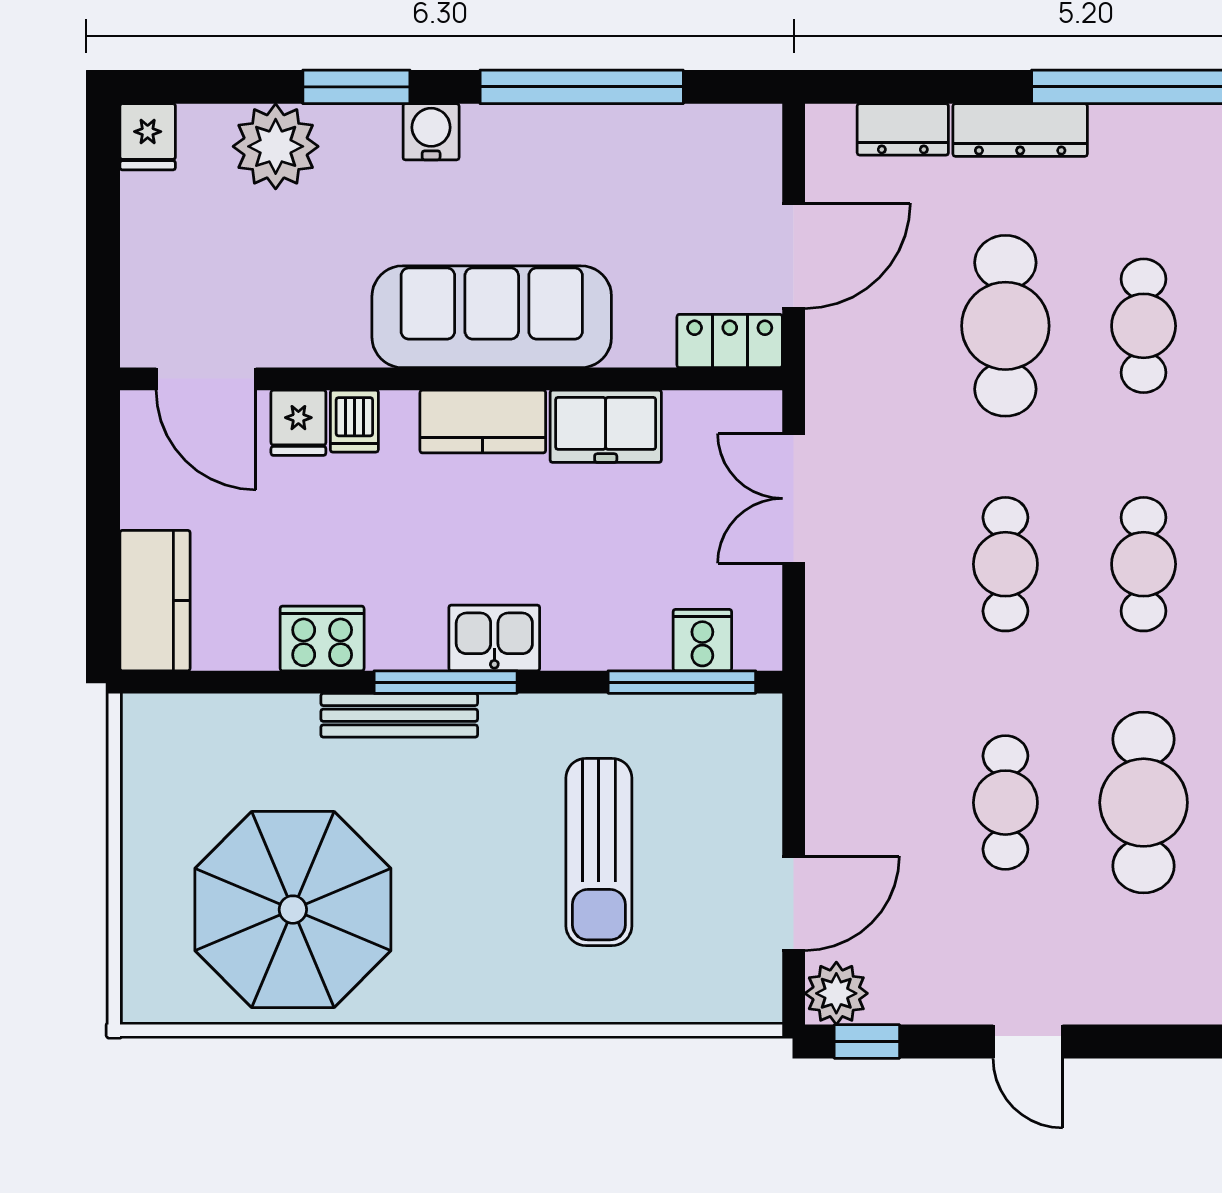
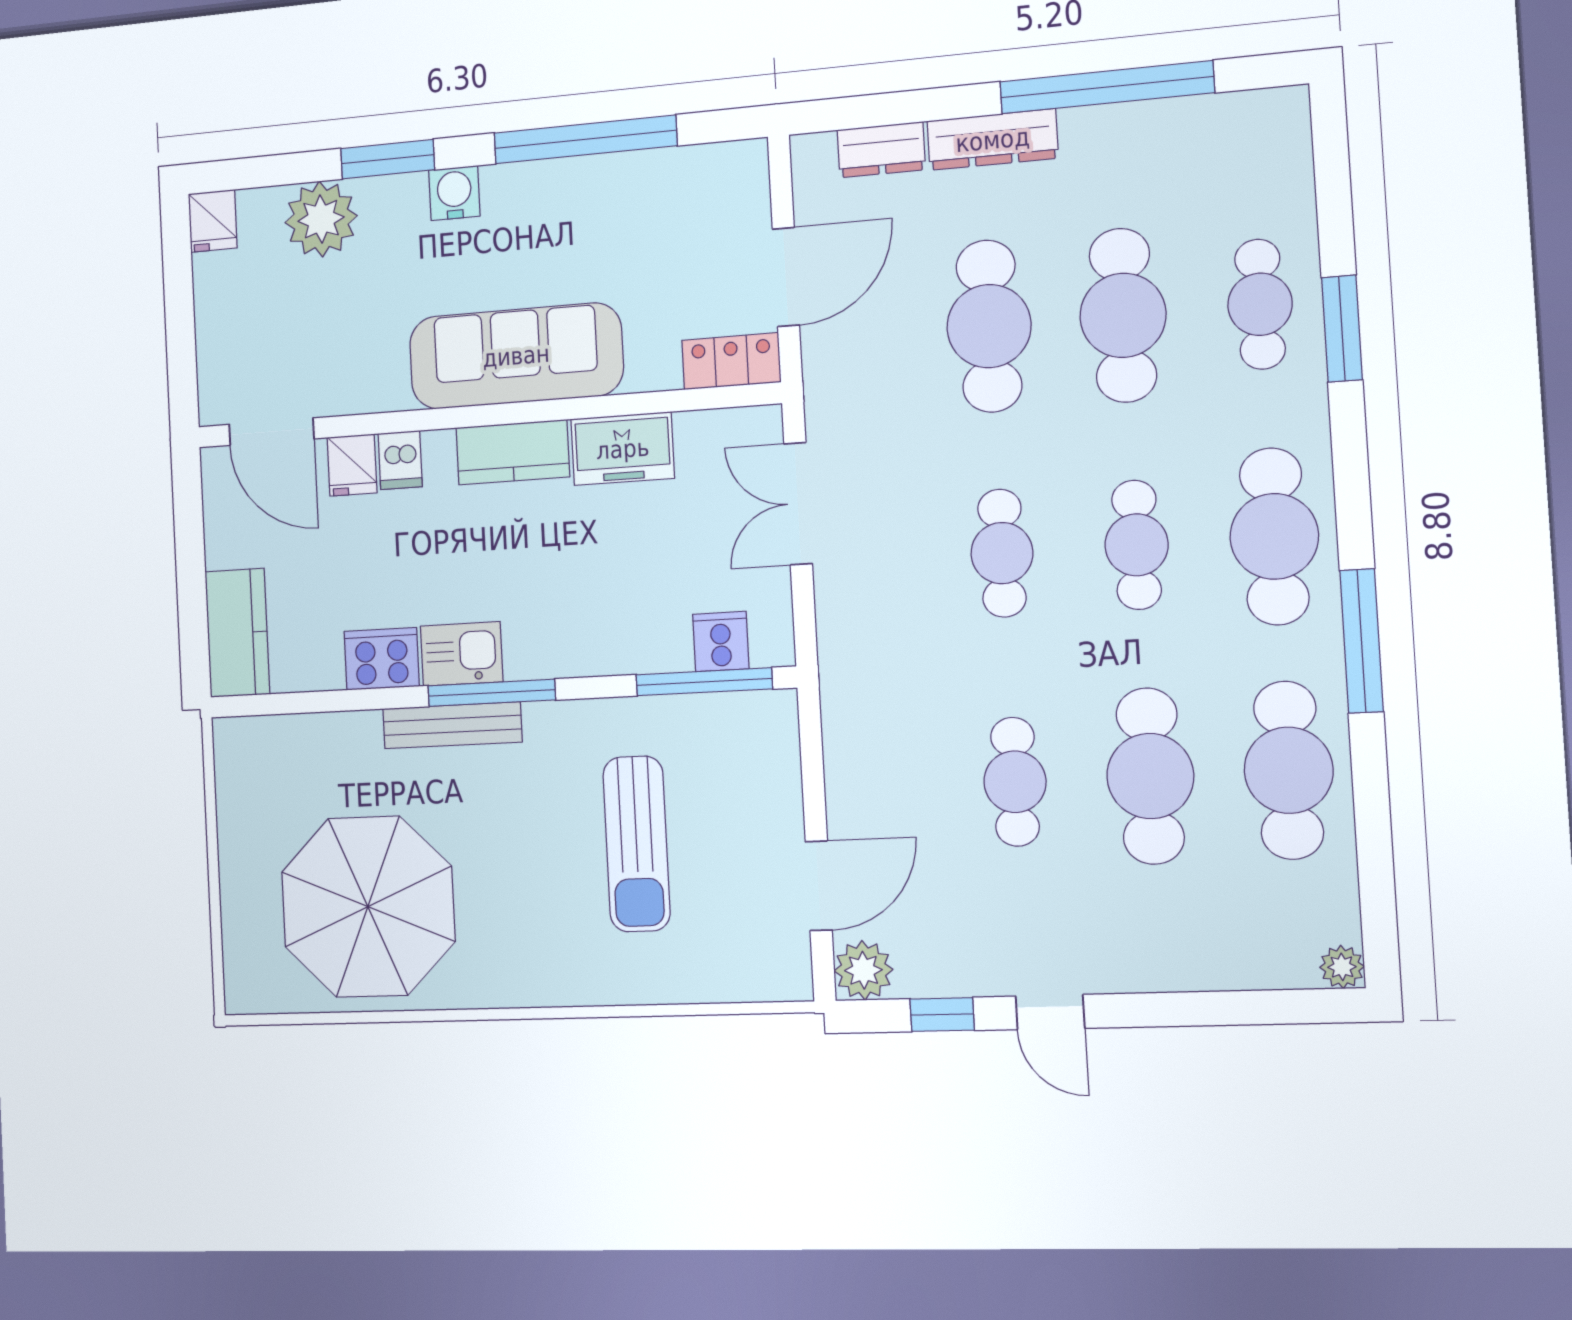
cafe table: (1144, 326) -> (1123, 315), width x1.37, depth x1.35
kitchen sink: (494, 638) -> (462, 654), moved
window: (867, 1041) -> (942, 1015), moved

